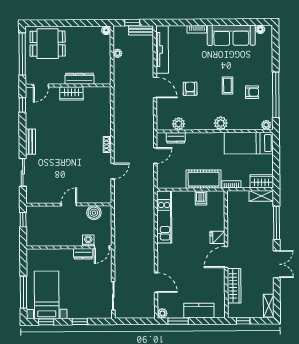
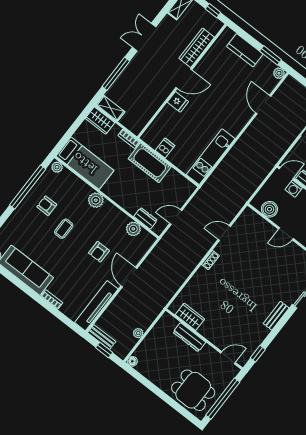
wardrobe: (71, 93) -> (190, 317), moved

